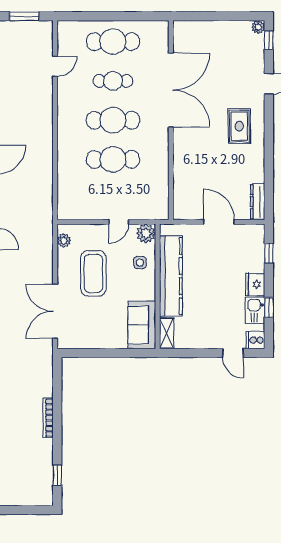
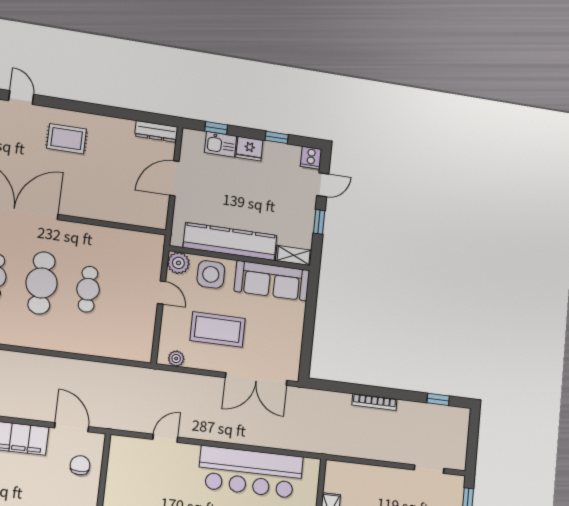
cafe table: (113, 159) -> (88, 289), width x0.73, depth x0.74
side table: (140, 262) -> (211, 274), width x1.87, depth x1.87
kitchen sink: (255, 310) -> (221, 144), moved
sofa: (142, 325) -> (272, 281), width x1.36
window: (199, 353) -> (319, 222), added

